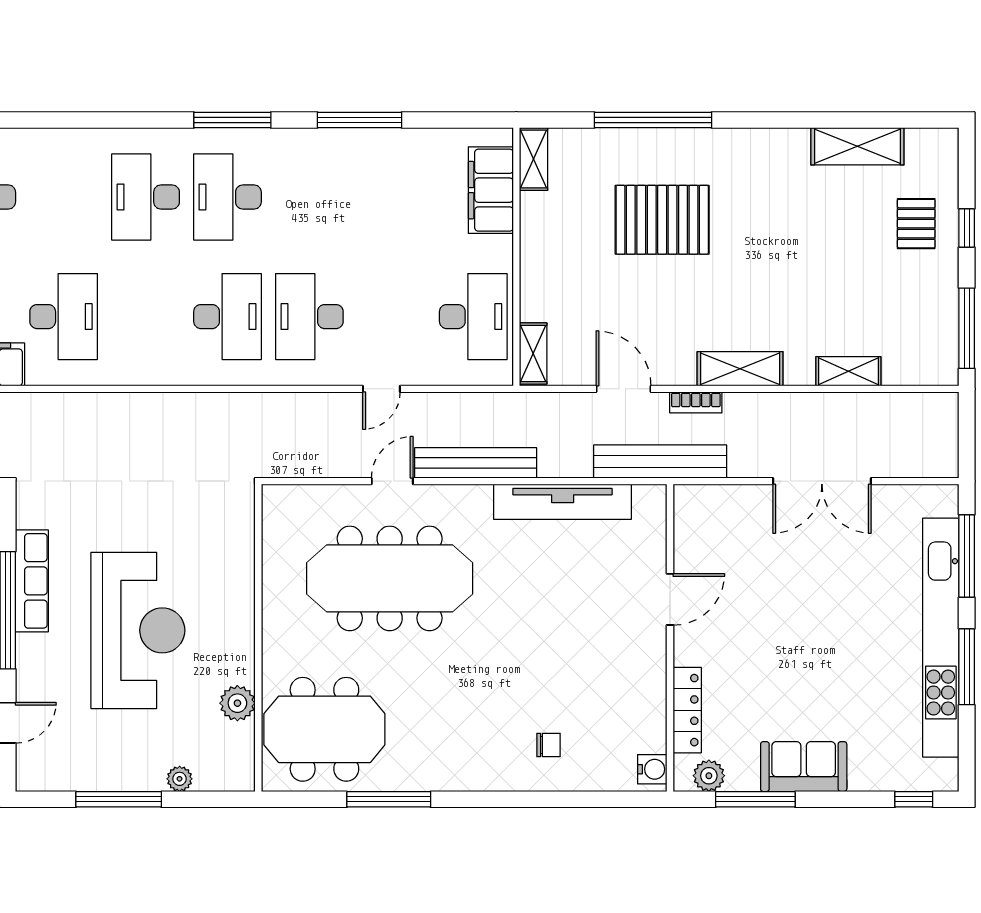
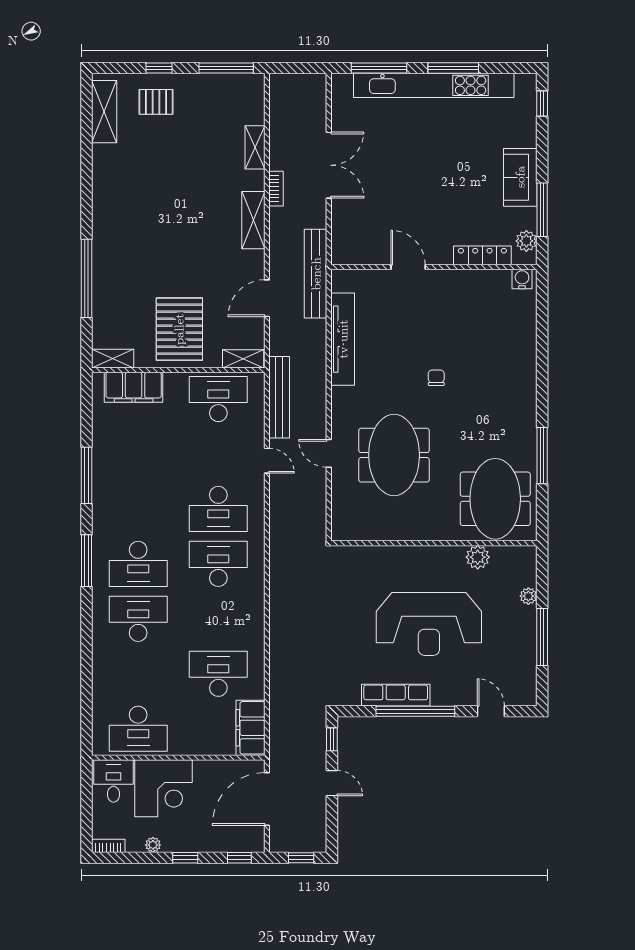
shelving: (857, 146) -> (104, 112), moved
desk: (146, 197) -> (138, 619), turned 180
pallet: (662, 220) -> (179, 329), moved
bookcase: (696, 402) -> (276, 189), moved
bench: (476, 463) -> (279, 397), moved
meeting table: (390, 578) -> (394, 455), width x0.73
reception desk: (138, 630) -> (429, 624), turned 180
chair: (549, 745) -> (436, 378), moved

